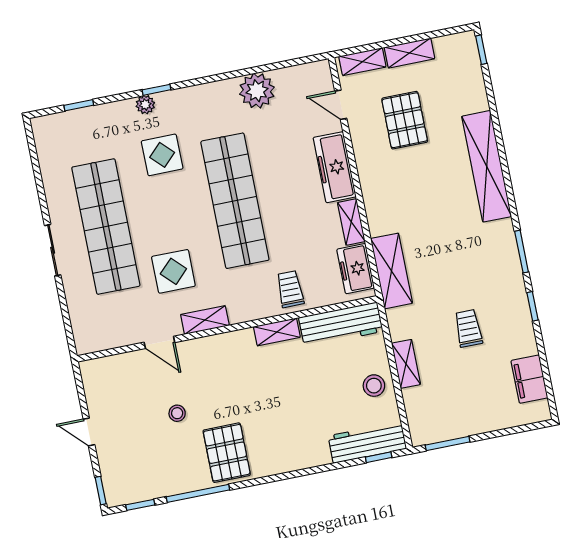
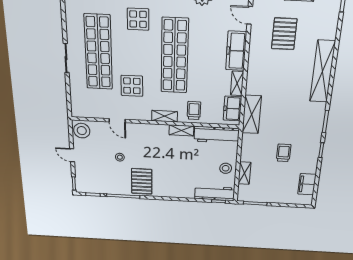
shelving: (205, 320) -> (164, 116), moved
shelving: (406, 364) -> (244, 173), moved
stool: (99, 378) -> (82, 131), added

